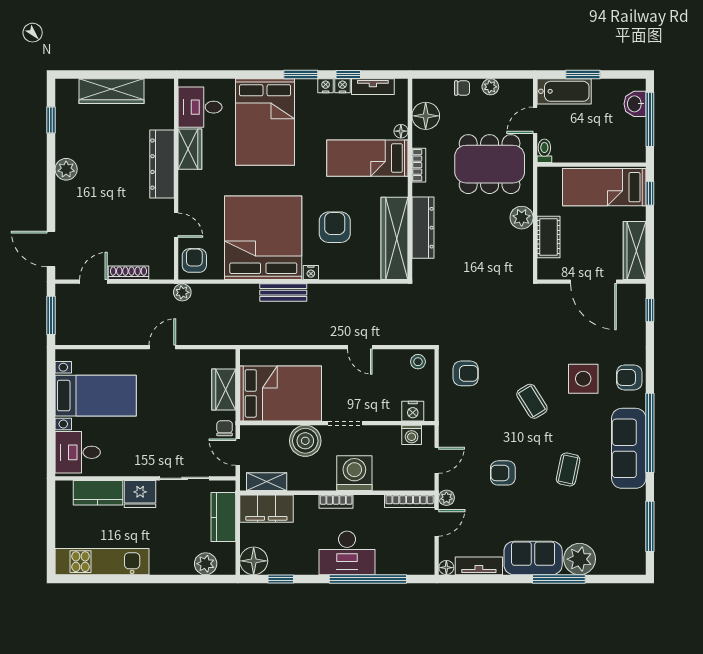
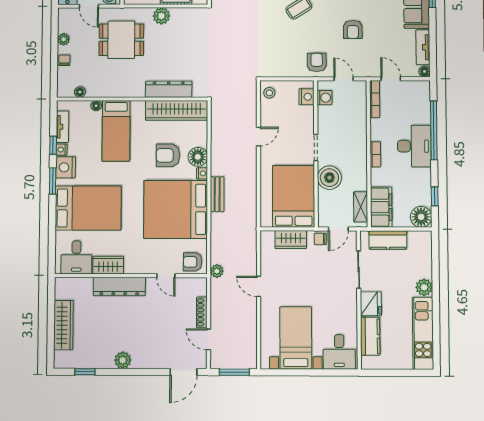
nightstand: (326, 86) -> (66, 167), width x1.89, depth x1.79
floor lamp: (426, 116) -> (80, 92), width x0.53, depth x0.53
dining table: (490, 164) -> (121, 40), width x0.73
bookcase: (419, 165) -> (122, 92), removed
door: (176, 225) -> (166, 276), swing flipped
floor lamp: (333, 267) -> (198, 157), added
armchair: (466, 373) -> (317, 62), moved
washing machine: (354, 473) -> (354, 141), removed
plant: (446, 498) -> (372, 71), removed
plant: (206, 564) -> (424, 287), moved

